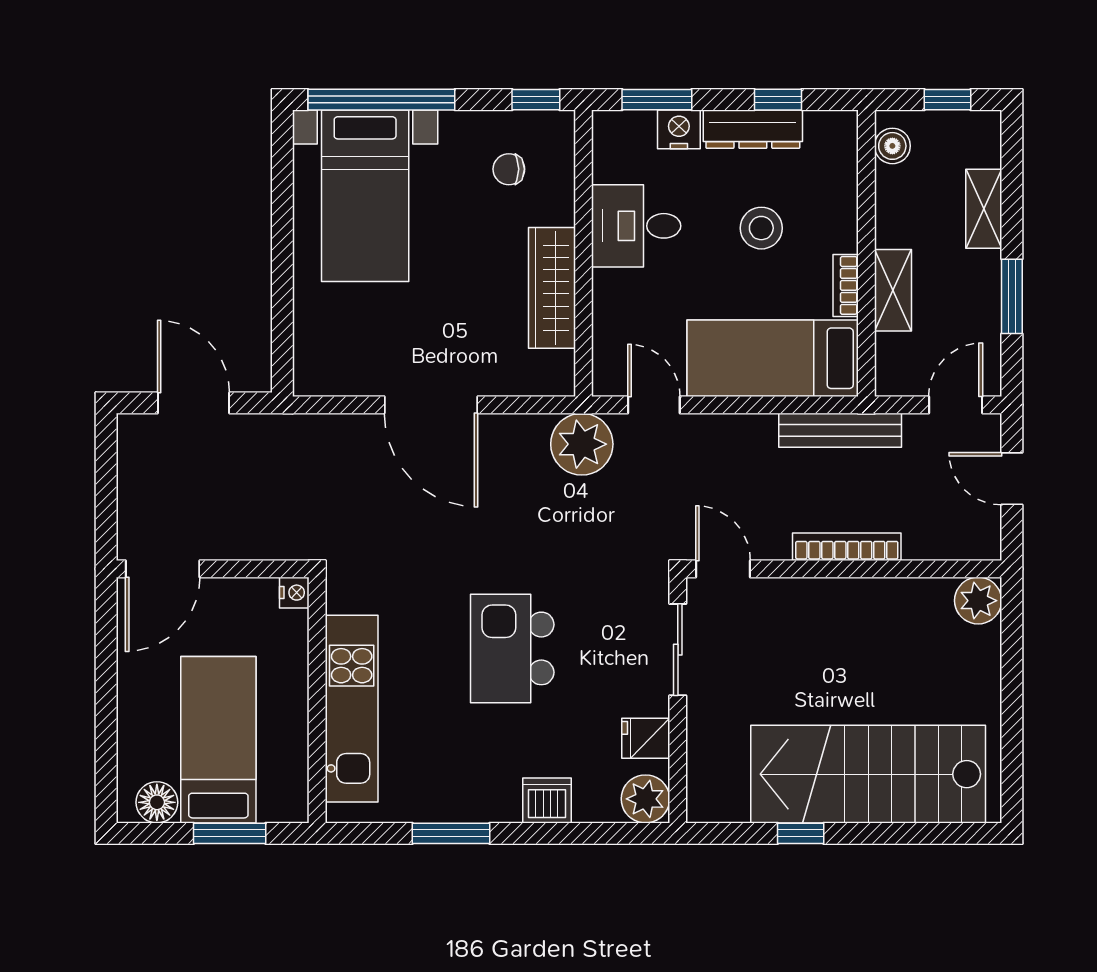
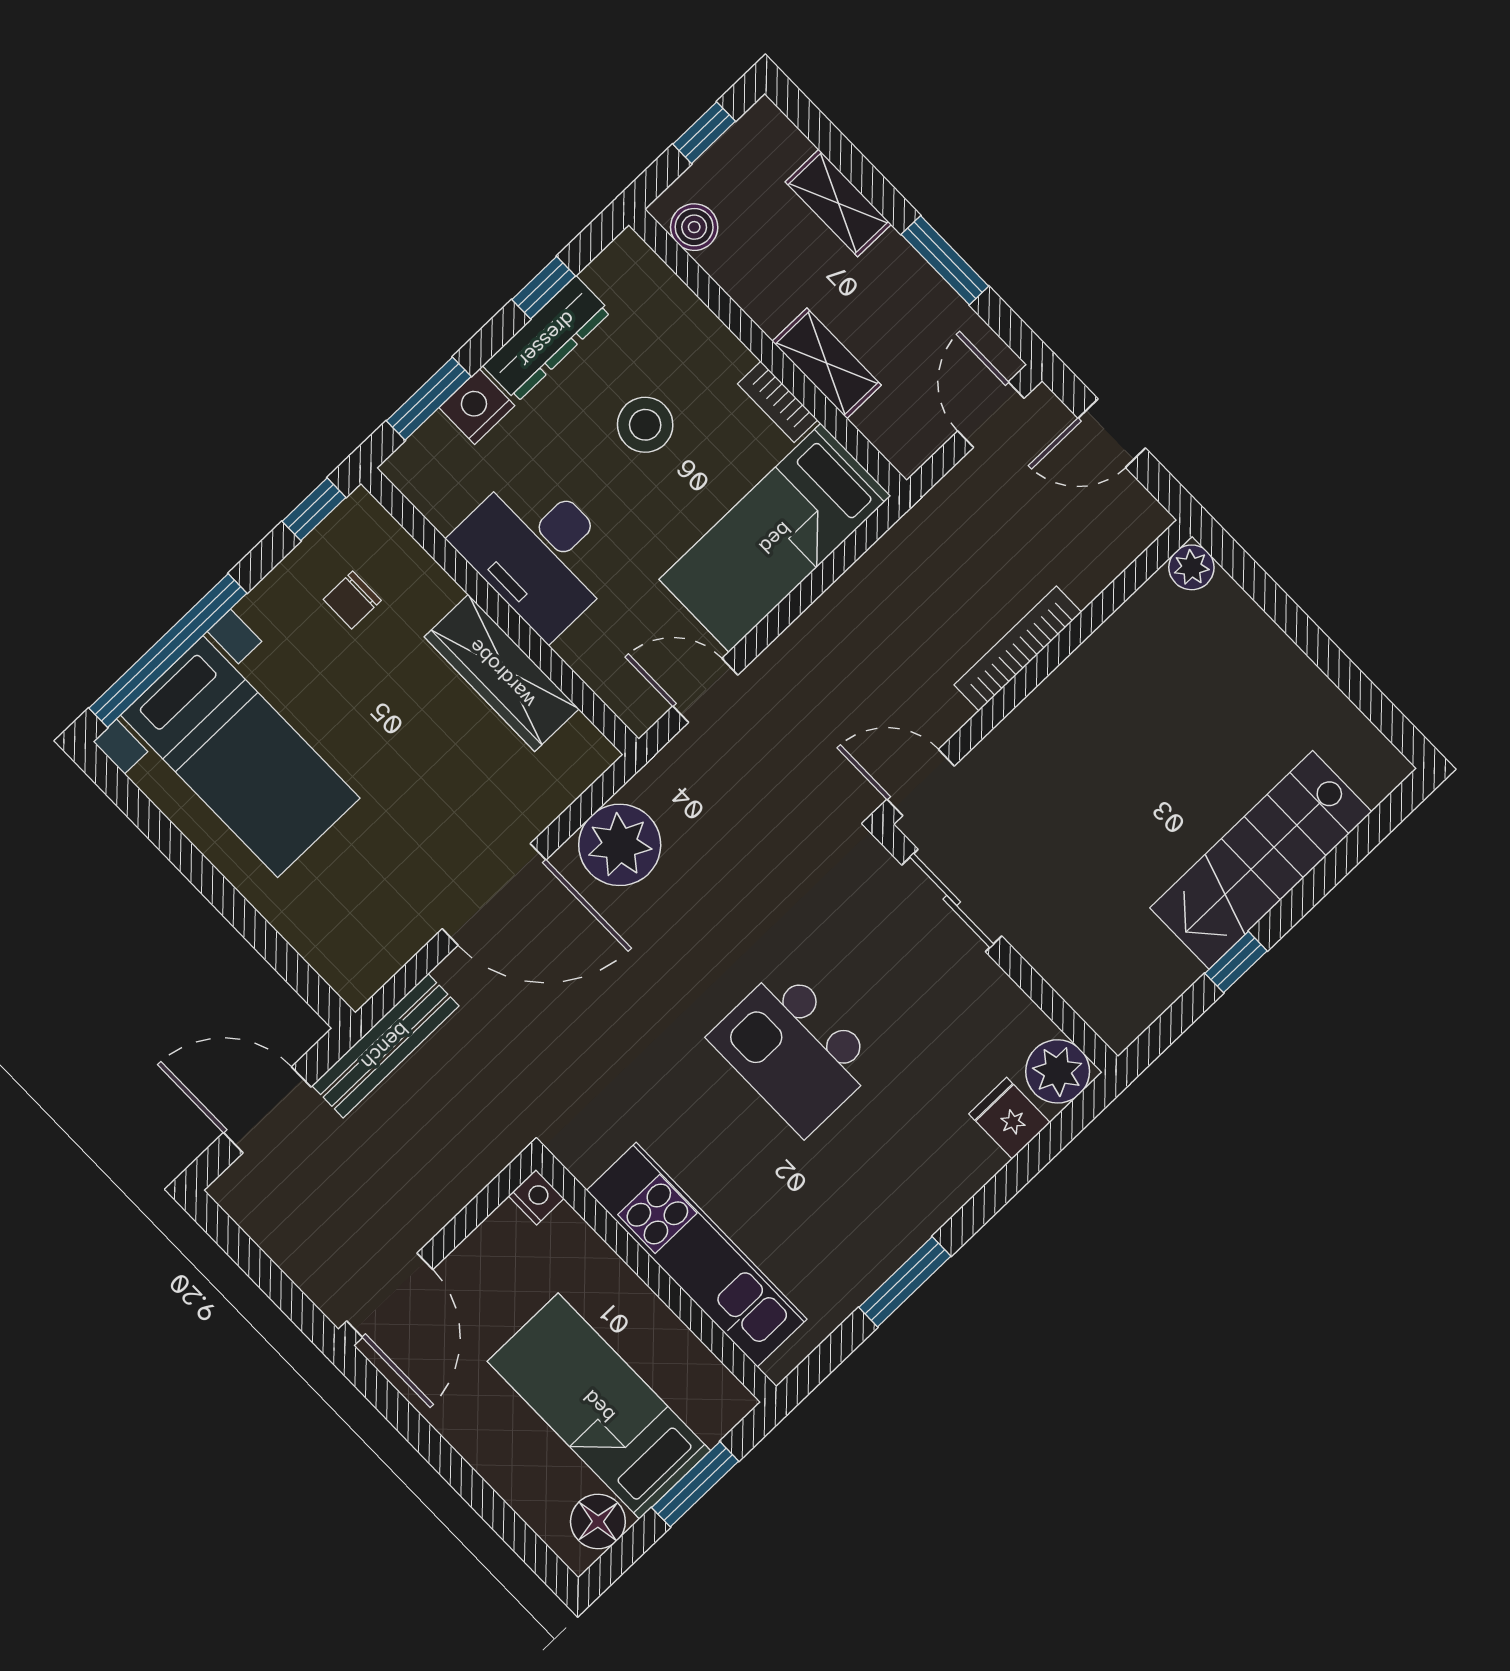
desk: (636, 226) -> (539, 552), width x1.37
bench: (840, 430) -> (385, 1046), moved
plant: (582, 444) -> (620, 845), moved
plant: (978, 601) -> (1191, 567), width x0.73, depth x0.73
fridge: (646, 738) -> (1009, 1118), moved, turned 90
stairs: (868, 774) -> (1261, 860), width x0.73, depth x0.66
dishwasher: (547, 800) -> (966, 1163), removed

